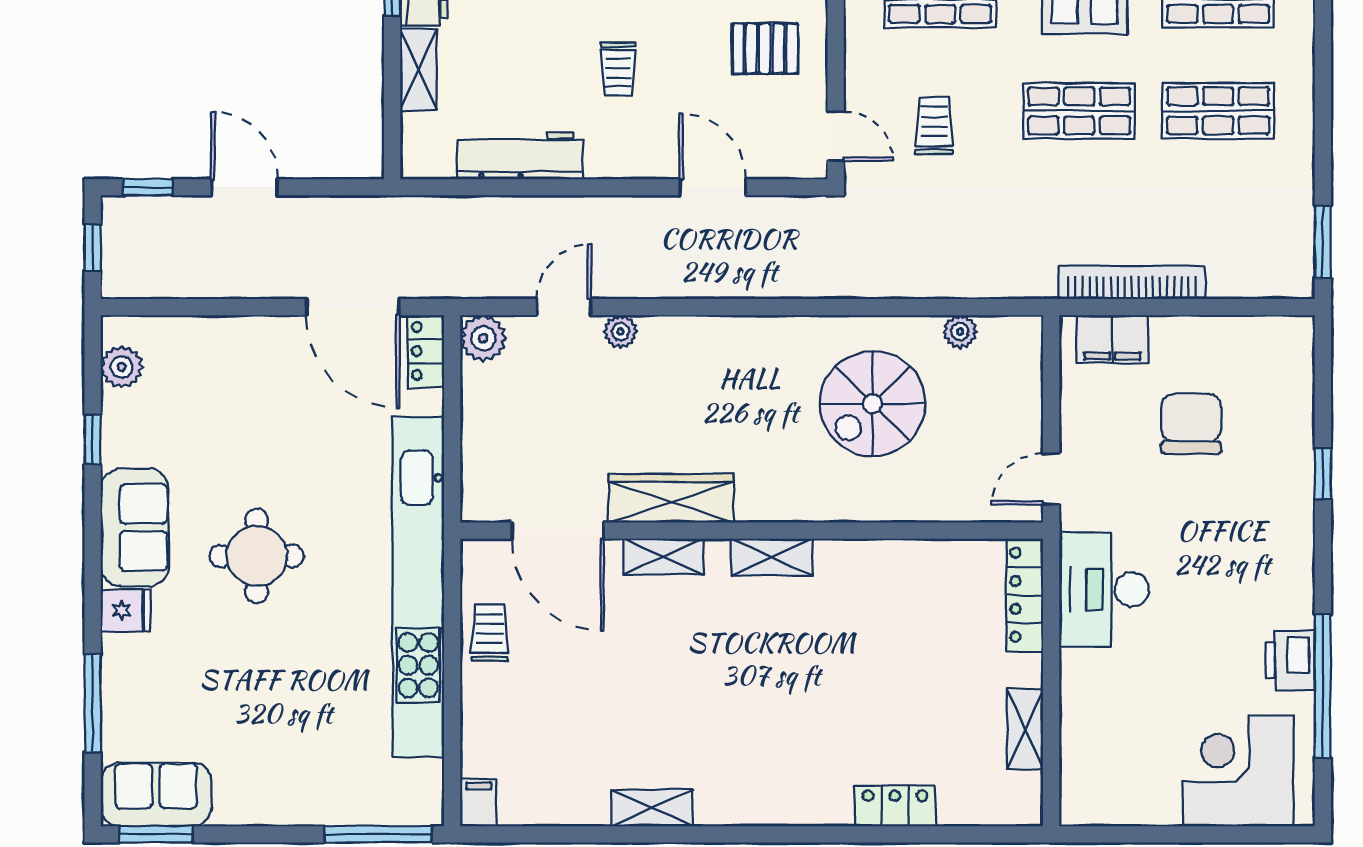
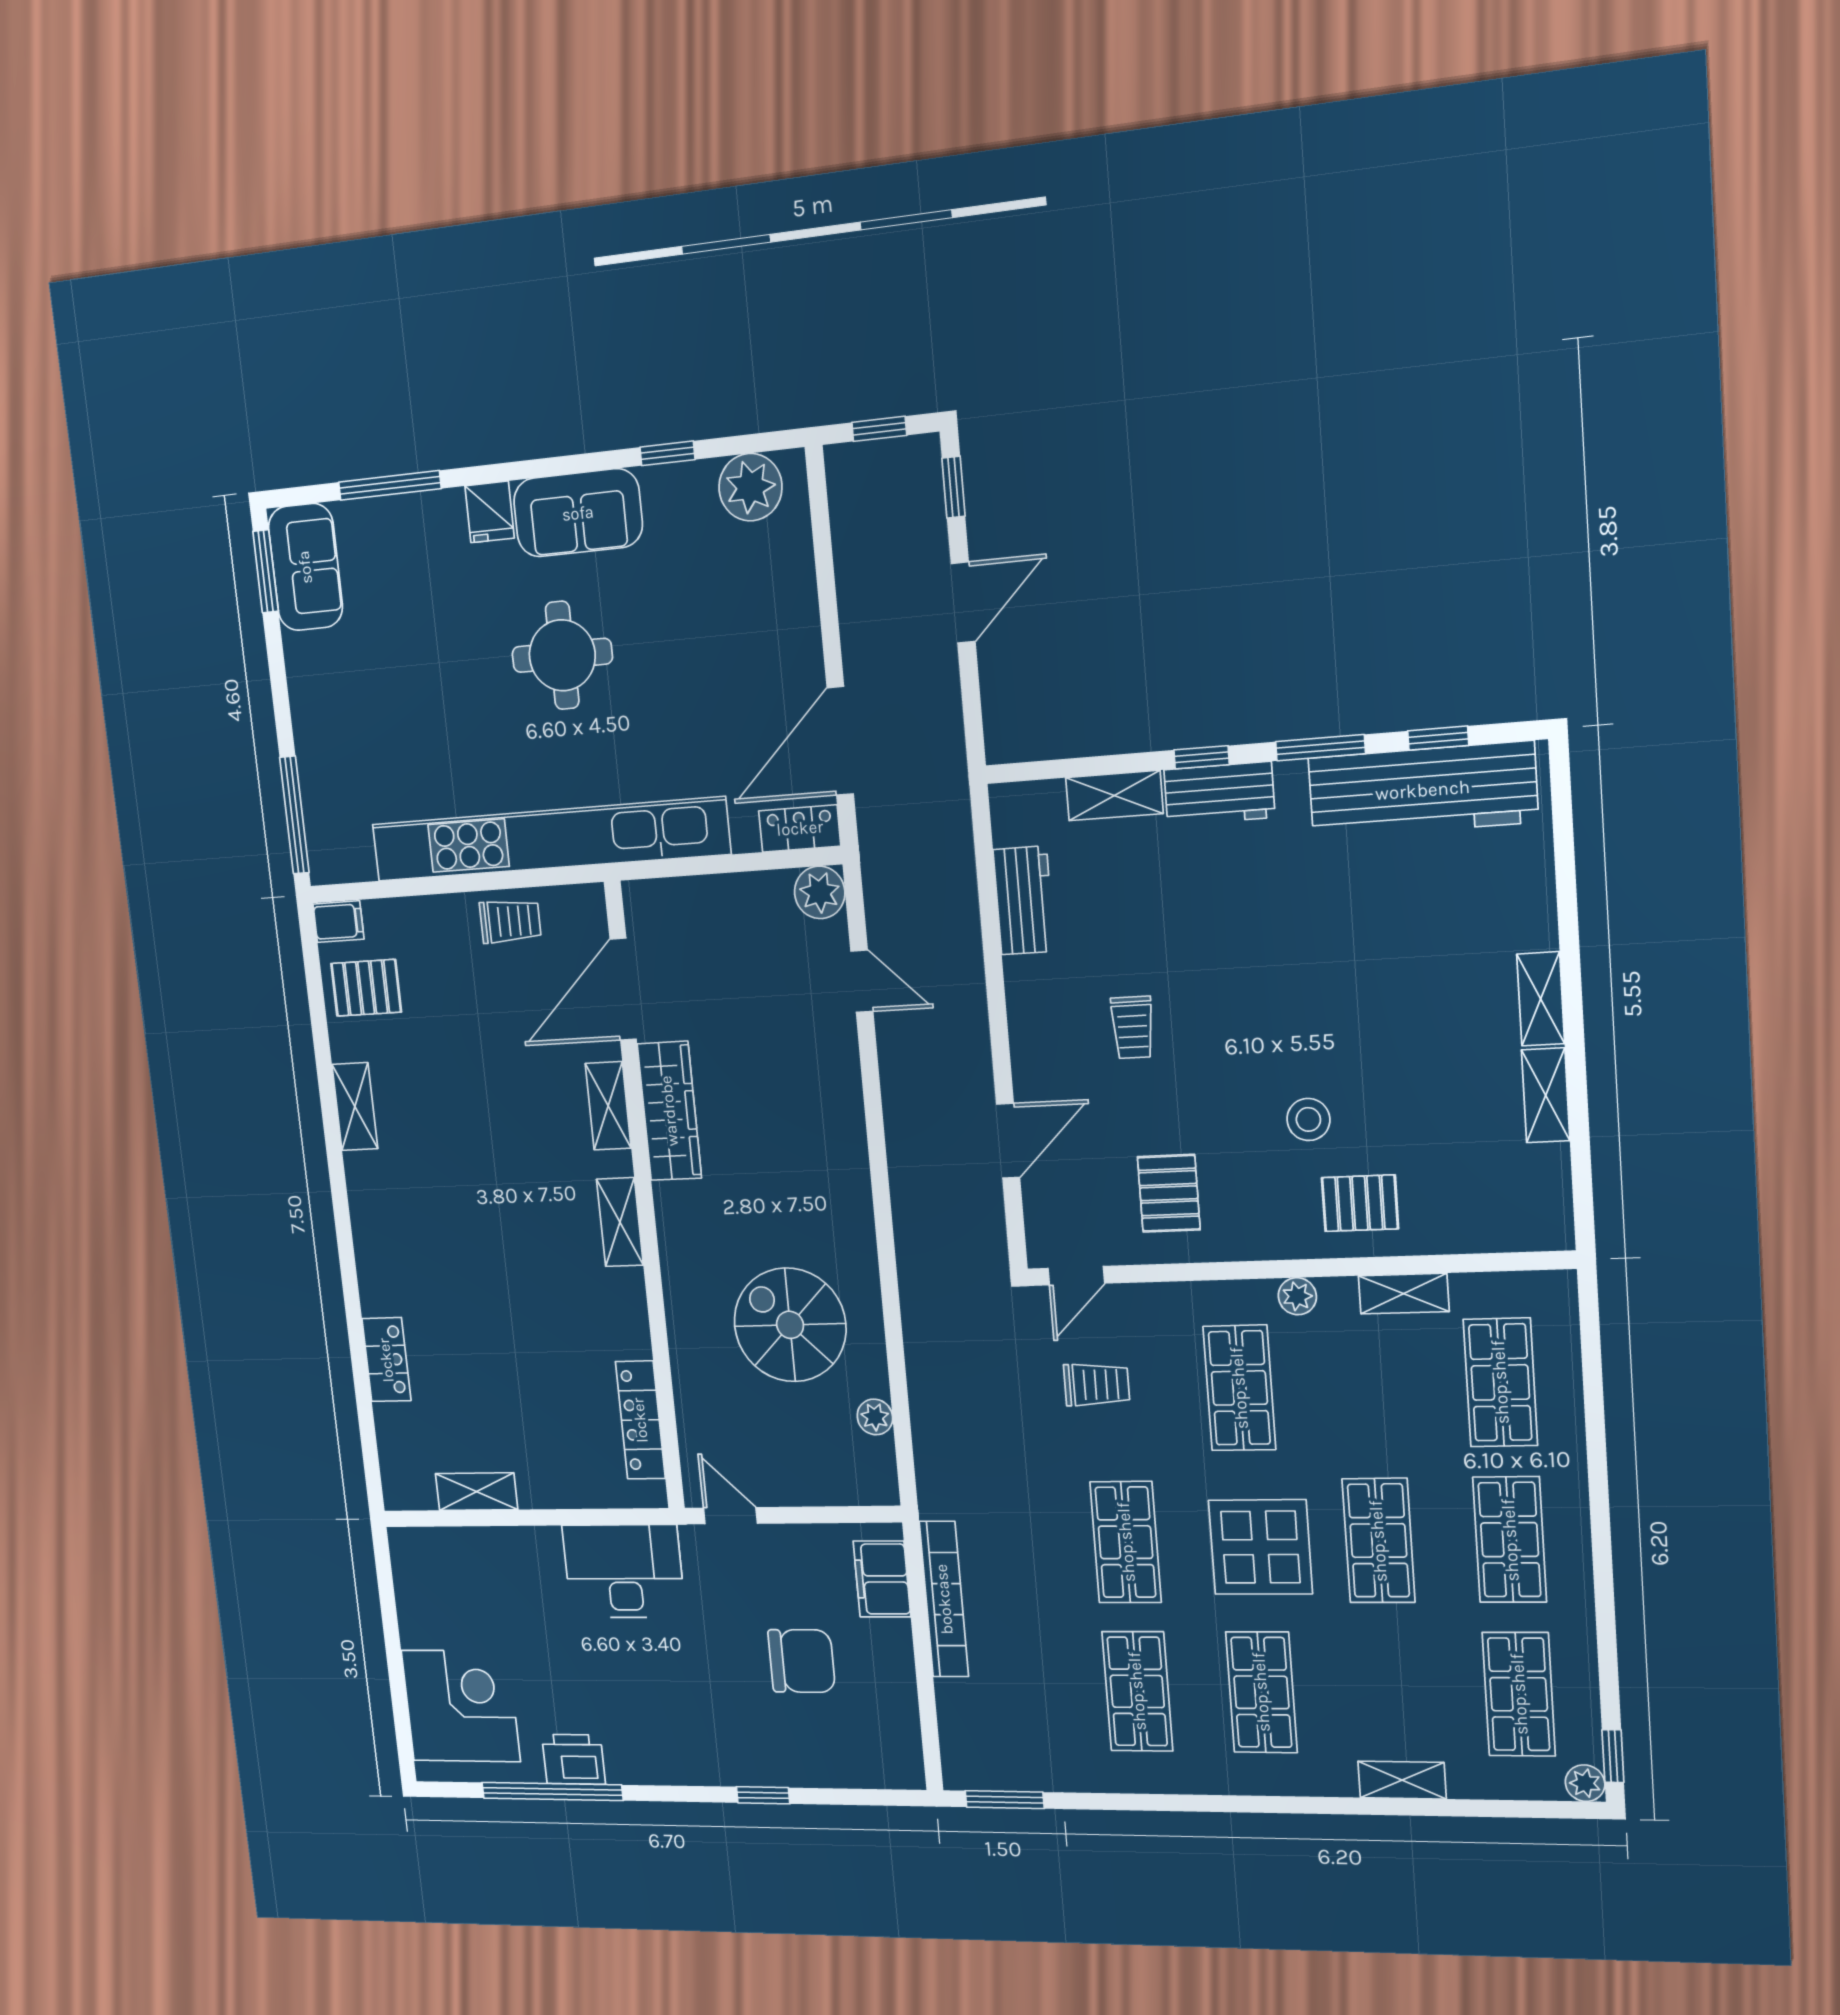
trolley: (618, 69) -> (1133, 1027), turned -90
workbench: (520, 156) -> (1024, 900), width x0.73
plant: (620, 332) -> (841, 1046), removed
plant: (122, 367) -> (750, 487), width x1.36, depth x1.36
locker: (1025, 595) -> (640, 1420), moved, turned -90
pallet: (542, 783) -> (366, 988), added

